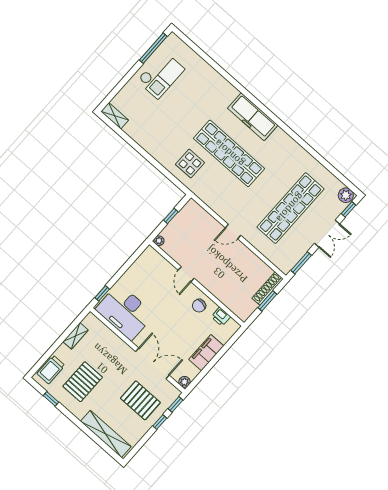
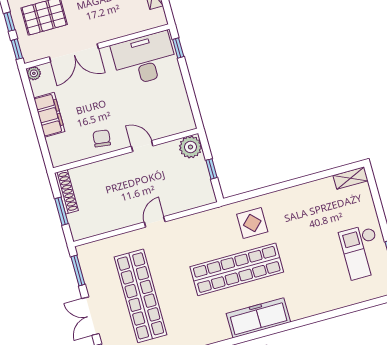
plant: (159, 241) -> (190, 147), width x1.88, depth x1.88
shoe rack: (268, 288) -> (66, 192), moved
printer: (221, 317) -> (76, 153), removed

